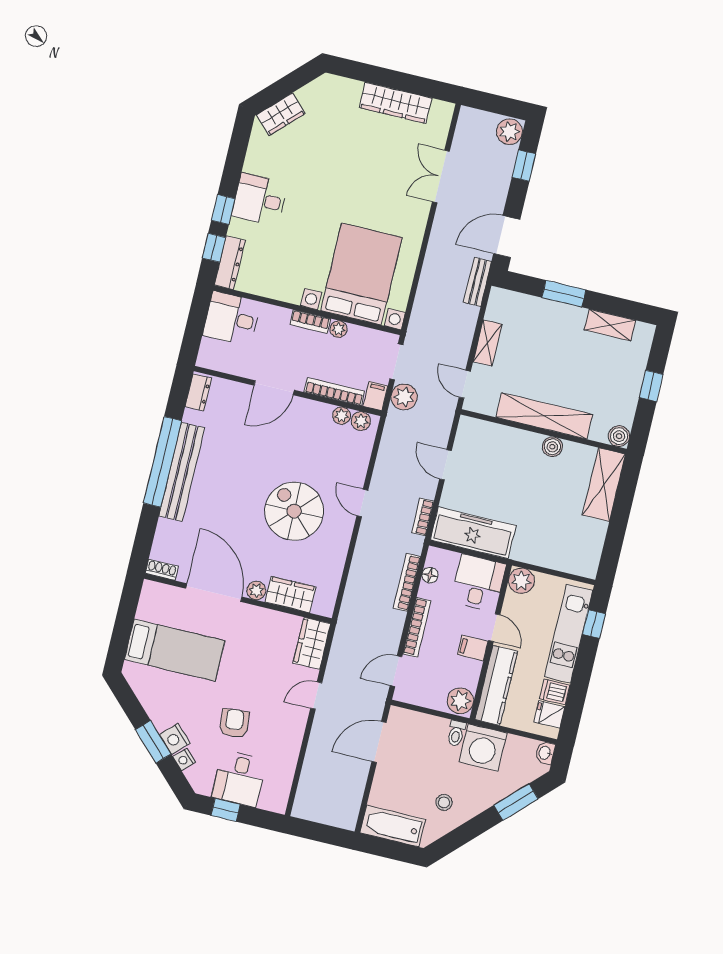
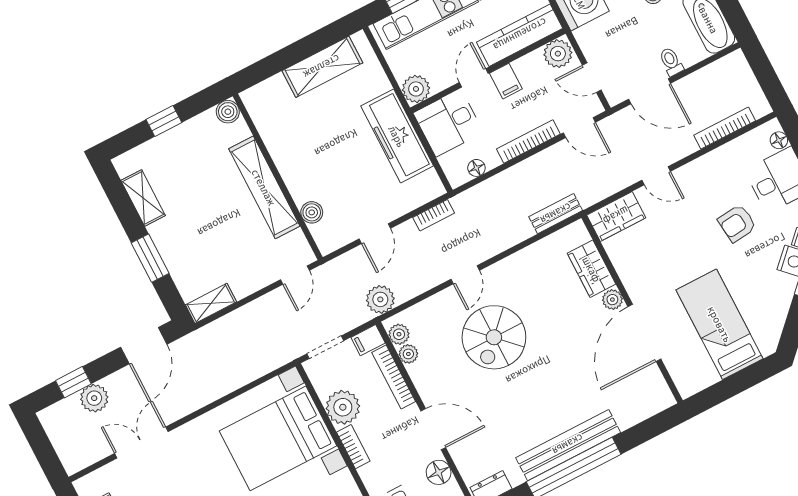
plant: (509, 132) -> (94, 398), moved
double door: (441, 176) -> (141, 443), swing flipped
door: (507, 237) -> (144, 346), hinge flipped
bench: (477, 282) -> (556, 214), moved
plant: (339, 329) -> (343, 407), width x1.88, depth x1.88
shelving: (488, 343) -> (211, 303), moved
floor lamp: (241, 365) -> (439, 472), added
plant: (404, 397) -> (380, 299), moved
boiler: (552, 447) -> (312, 212), moved
shelving: (604, 485) -> (322, 67), moved
spiral stairs: (294, 511) -> (494, 337), moved
freezer: (473, 533) -> (397, 136), moved
shoe rack: (162, 570) -> (663, 392), removed
bookcase: (407, 582) -> (725, 128), moved, turned 180
door: (423, 710) -> (592, 78), added
toilet: (456, 733) -> (671, 62), moved, turned -90
floor lamp: (267, 802) -> (779, 140), added

